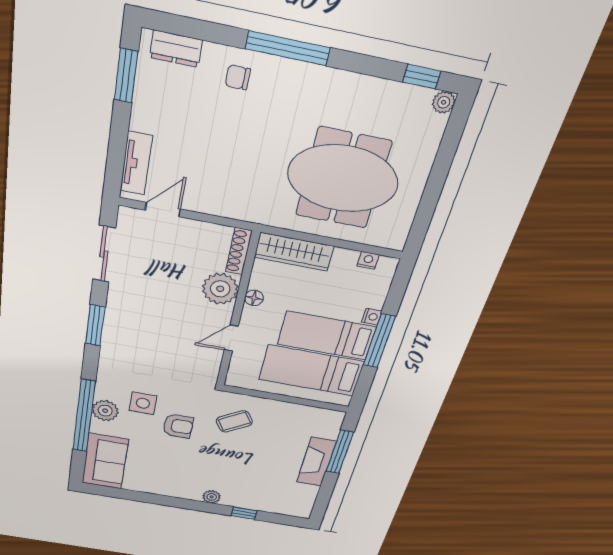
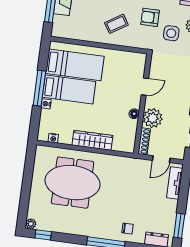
shoe rack: (239, 251) -> (144, 141), moved
plant: (220, 289) -> (153, 118), moved
floor lamp: (254, 298) -> (134, 114), moved
wall: (237, 312) -> (143, 104), moved
door: (231, 338) -> (145, 87), moved

